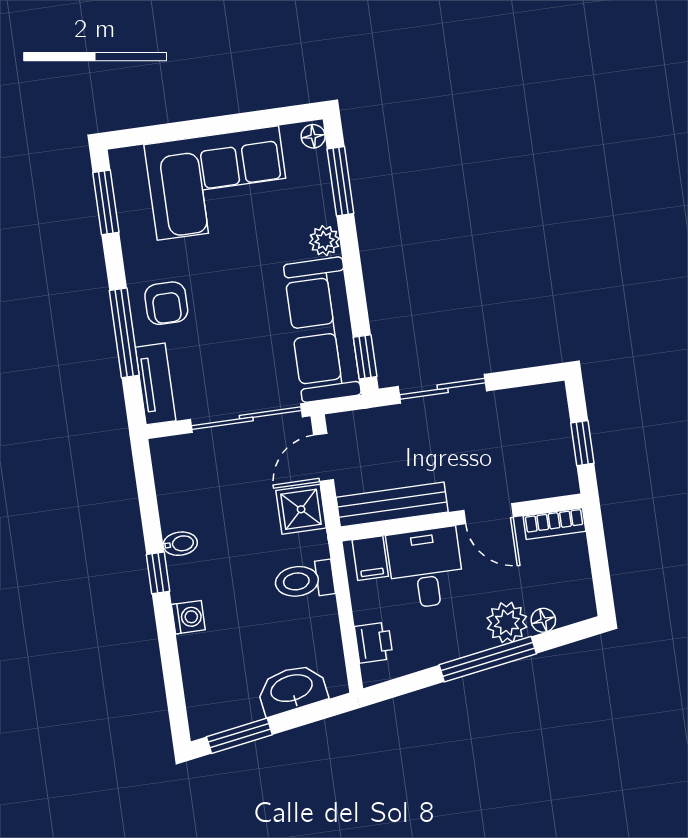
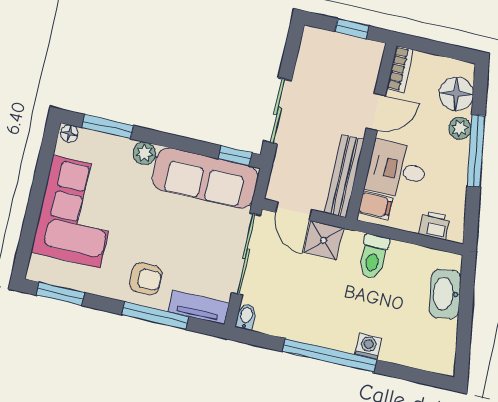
bidet: (180, 544) -> (246, 317), moved
window: (158, 573) -> (330, 356), width x3.17
floor lamp: (543, 620) -> (456, 94), width x1.89, depth x1.89
plant: (507, 623) -> (460, 128), width x0.73, depth x0.73
window: (239, 736) -> (463, 342), removed

